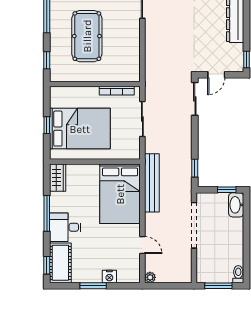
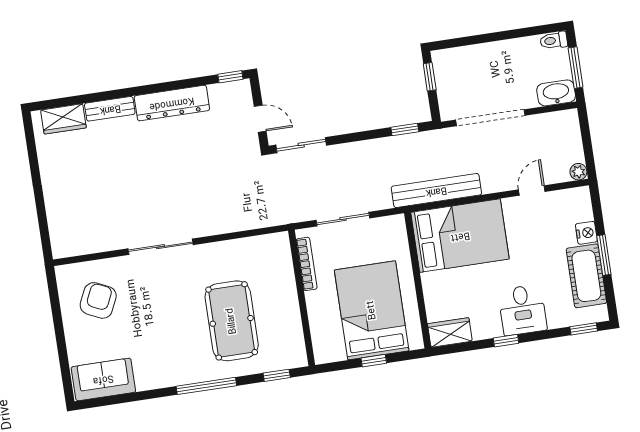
pool table: (87, 36) -> (232, 321), turned 90
washbasin: (236, 205) -> (556, 93), moved, turned 180
window: (47, 213) -> (506, 341), width x0.46
cot: (60, 263) -> (586, 276), moved, turned 90

